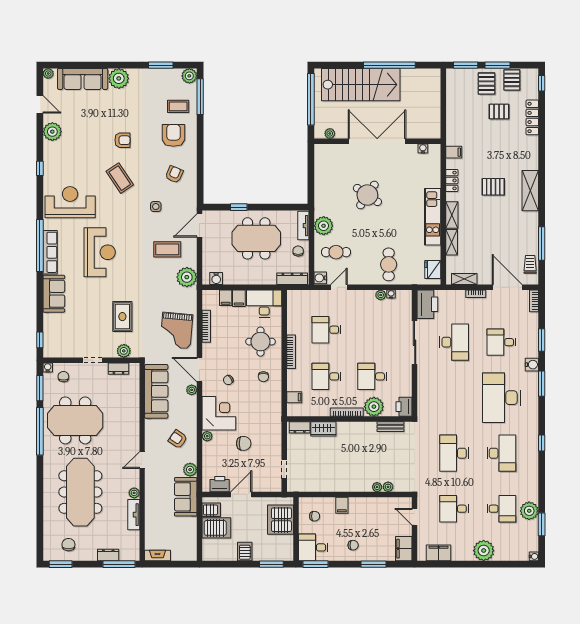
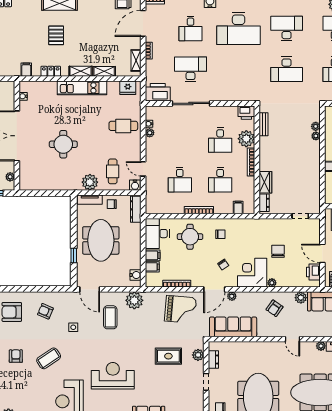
round table: (367, 195) -> (63, 144), turned -34

